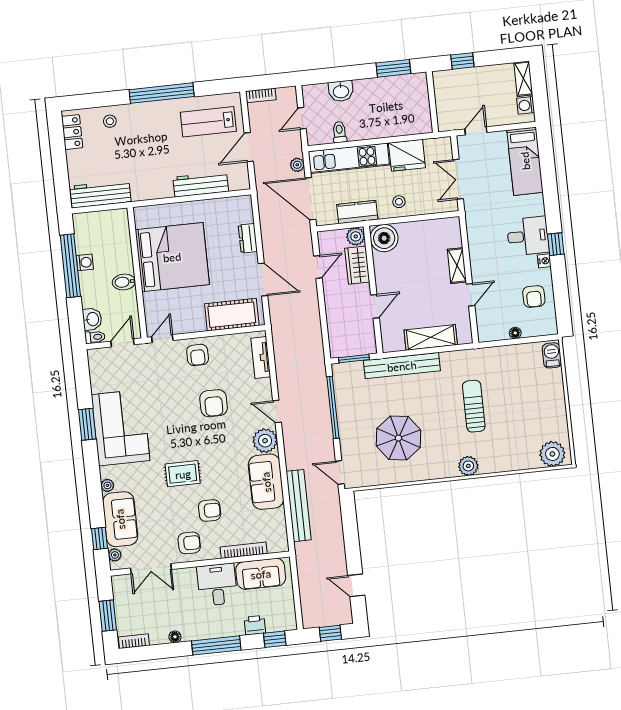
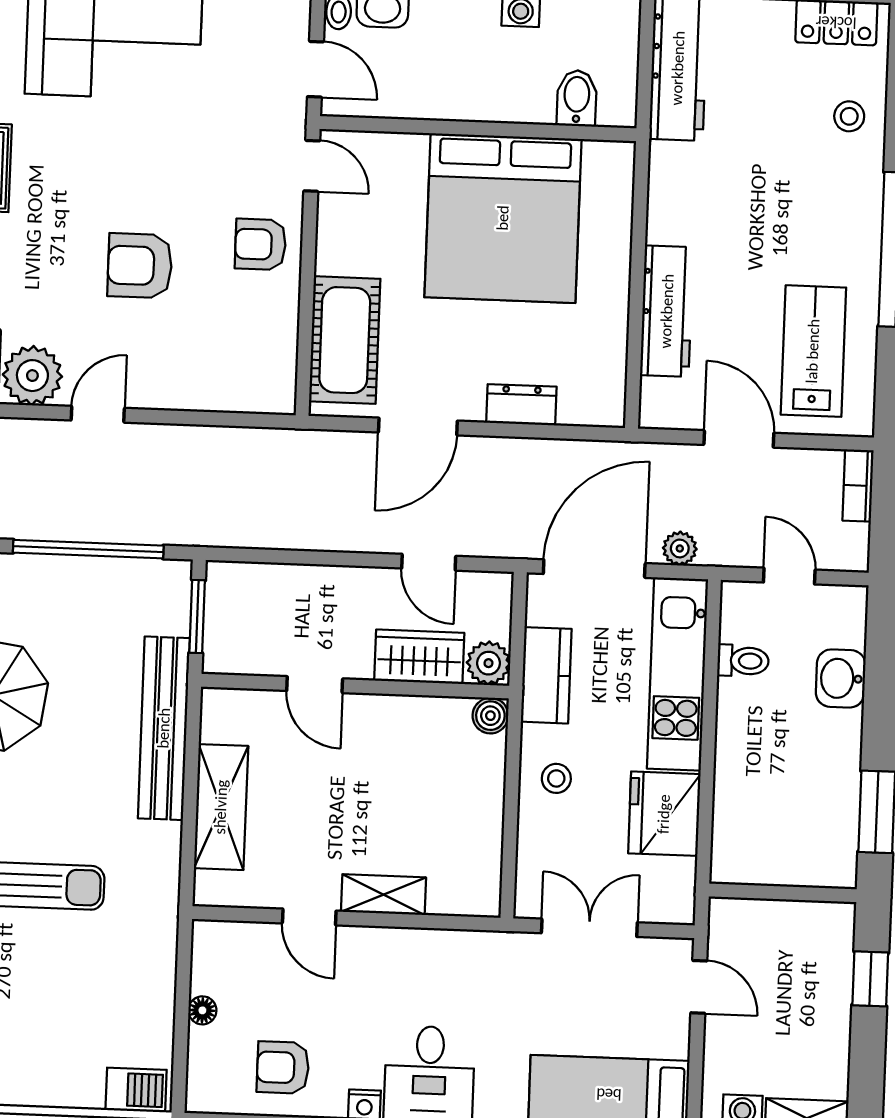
boiler: (384, 238) -> (490, 716), width x0.54, depth x0.54
bidet: (124, 282) -> (577, 98), moved
tv unit: (261, 357) -> (232, 394), removed

